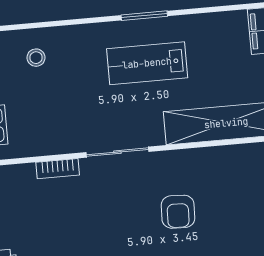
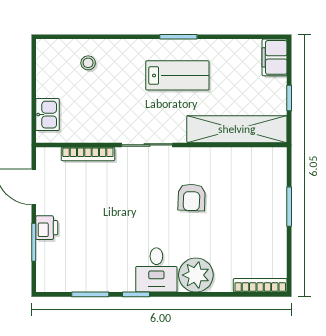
lab bench: (147, 63) -> (177, 75), turned 180
bookcase: (58, 169) -> (88, 154), width x1.56

